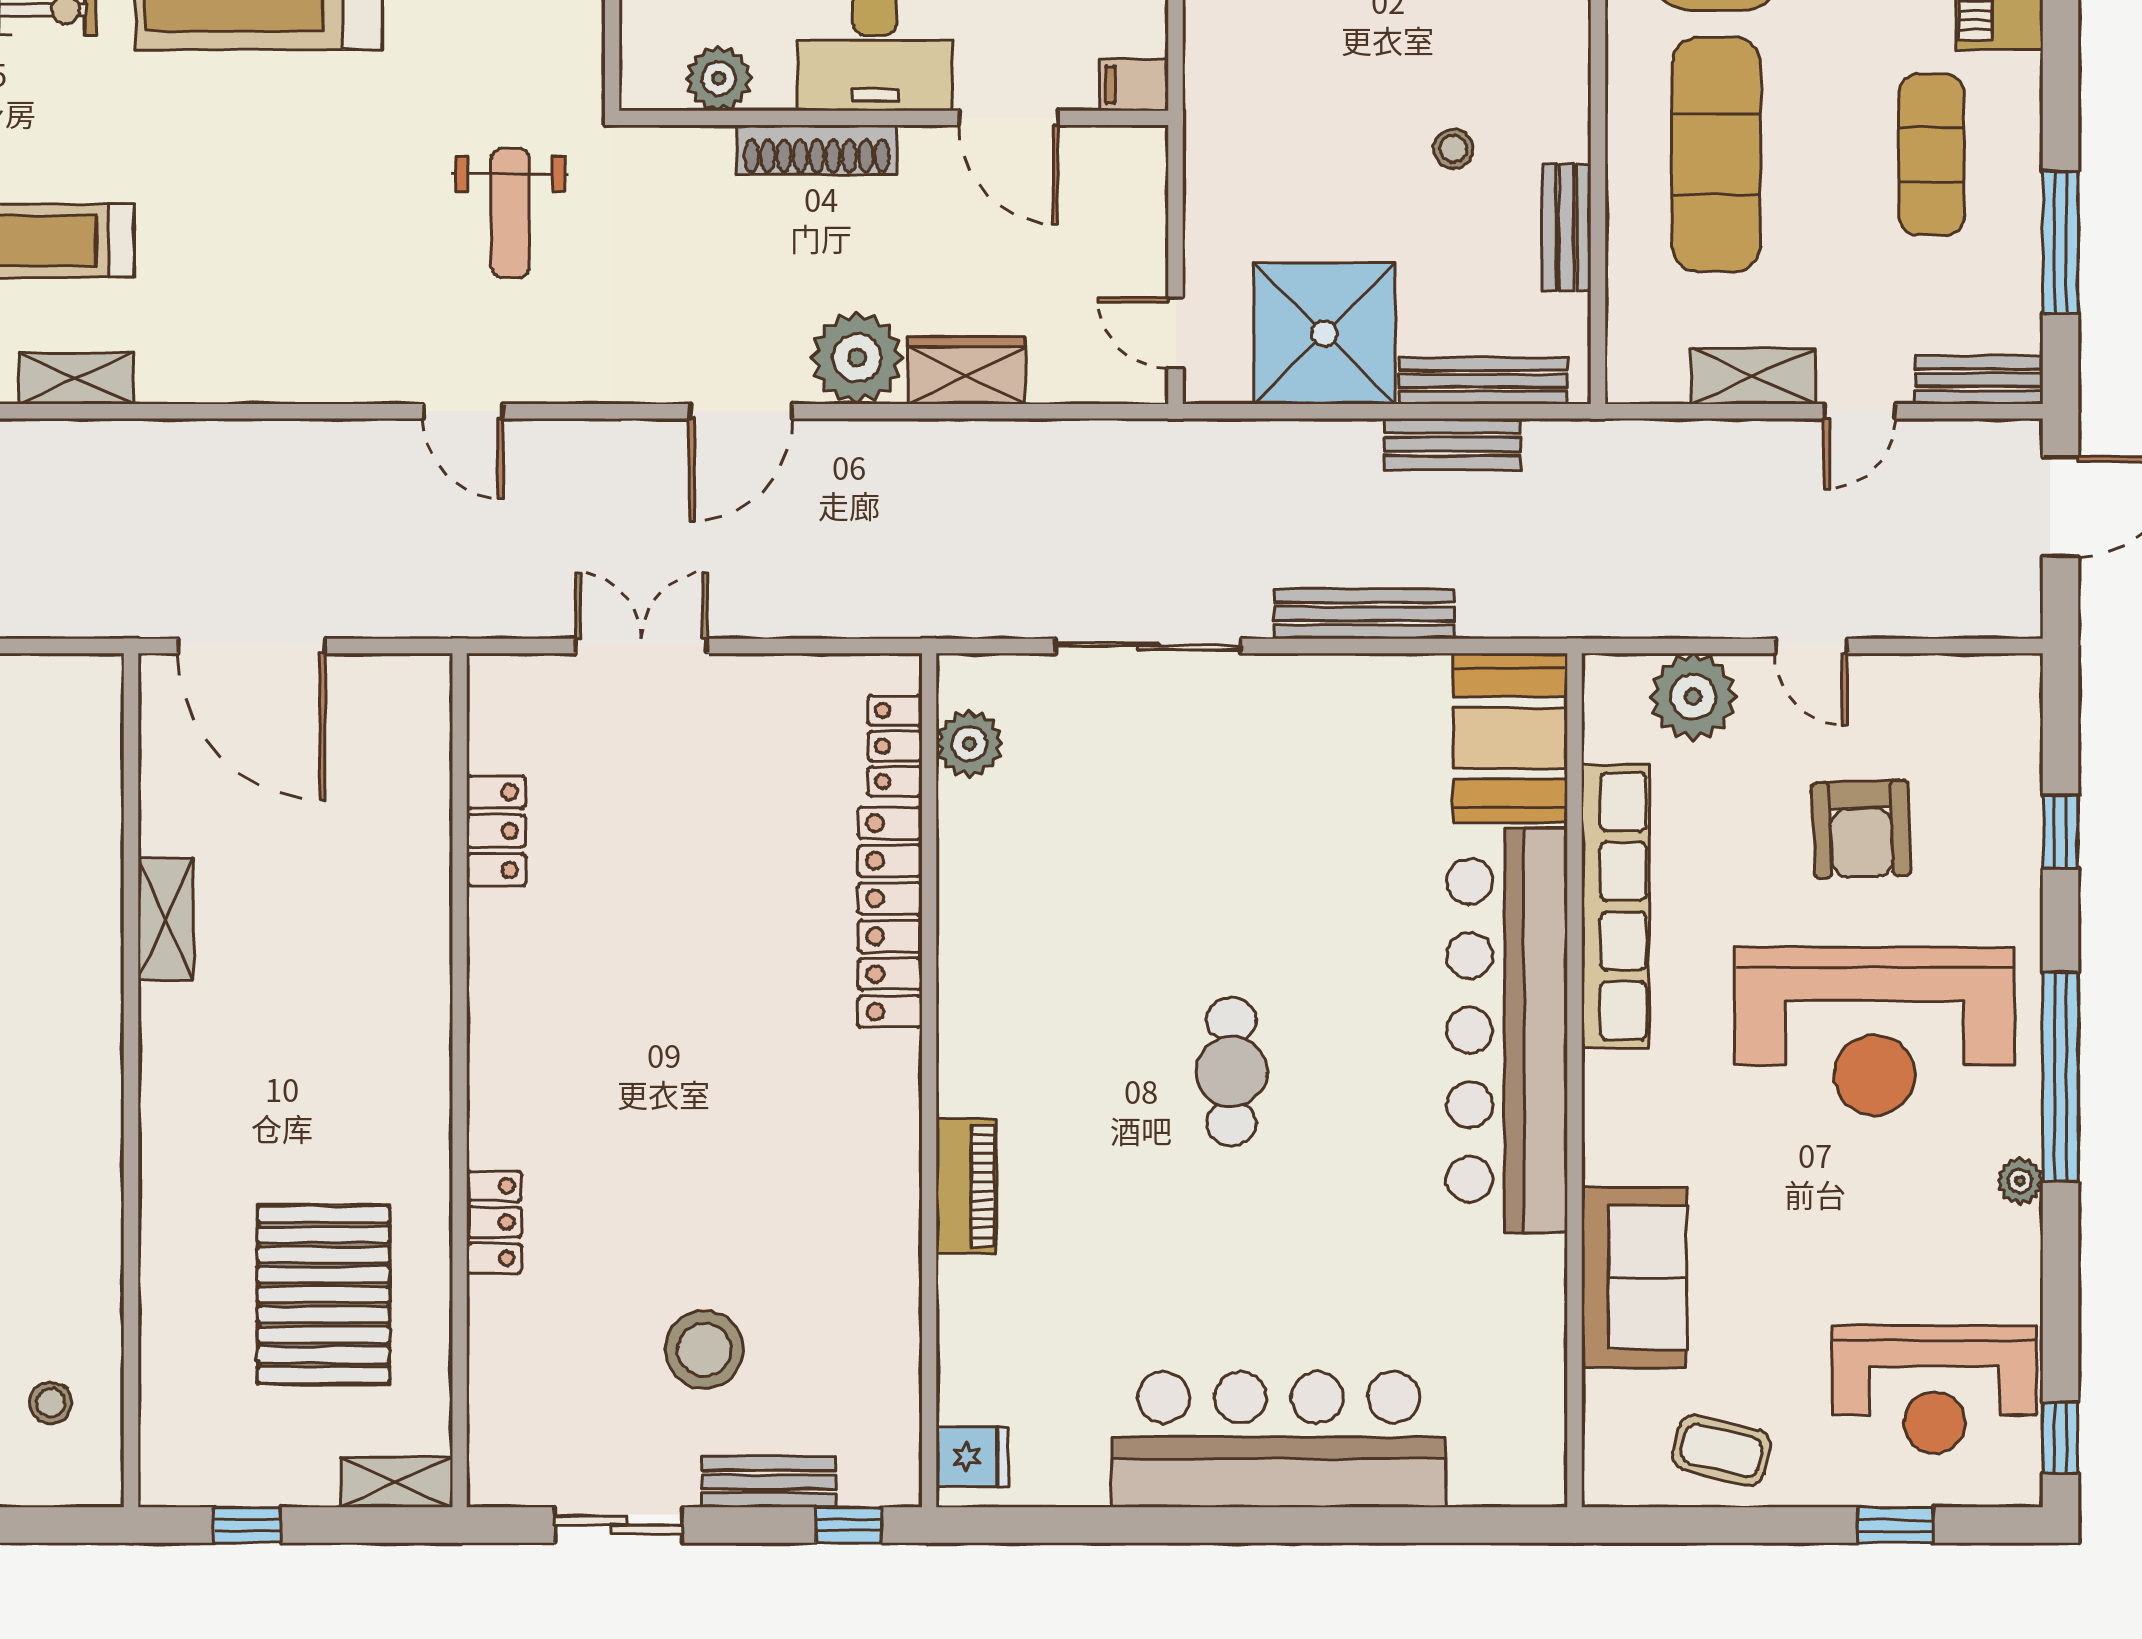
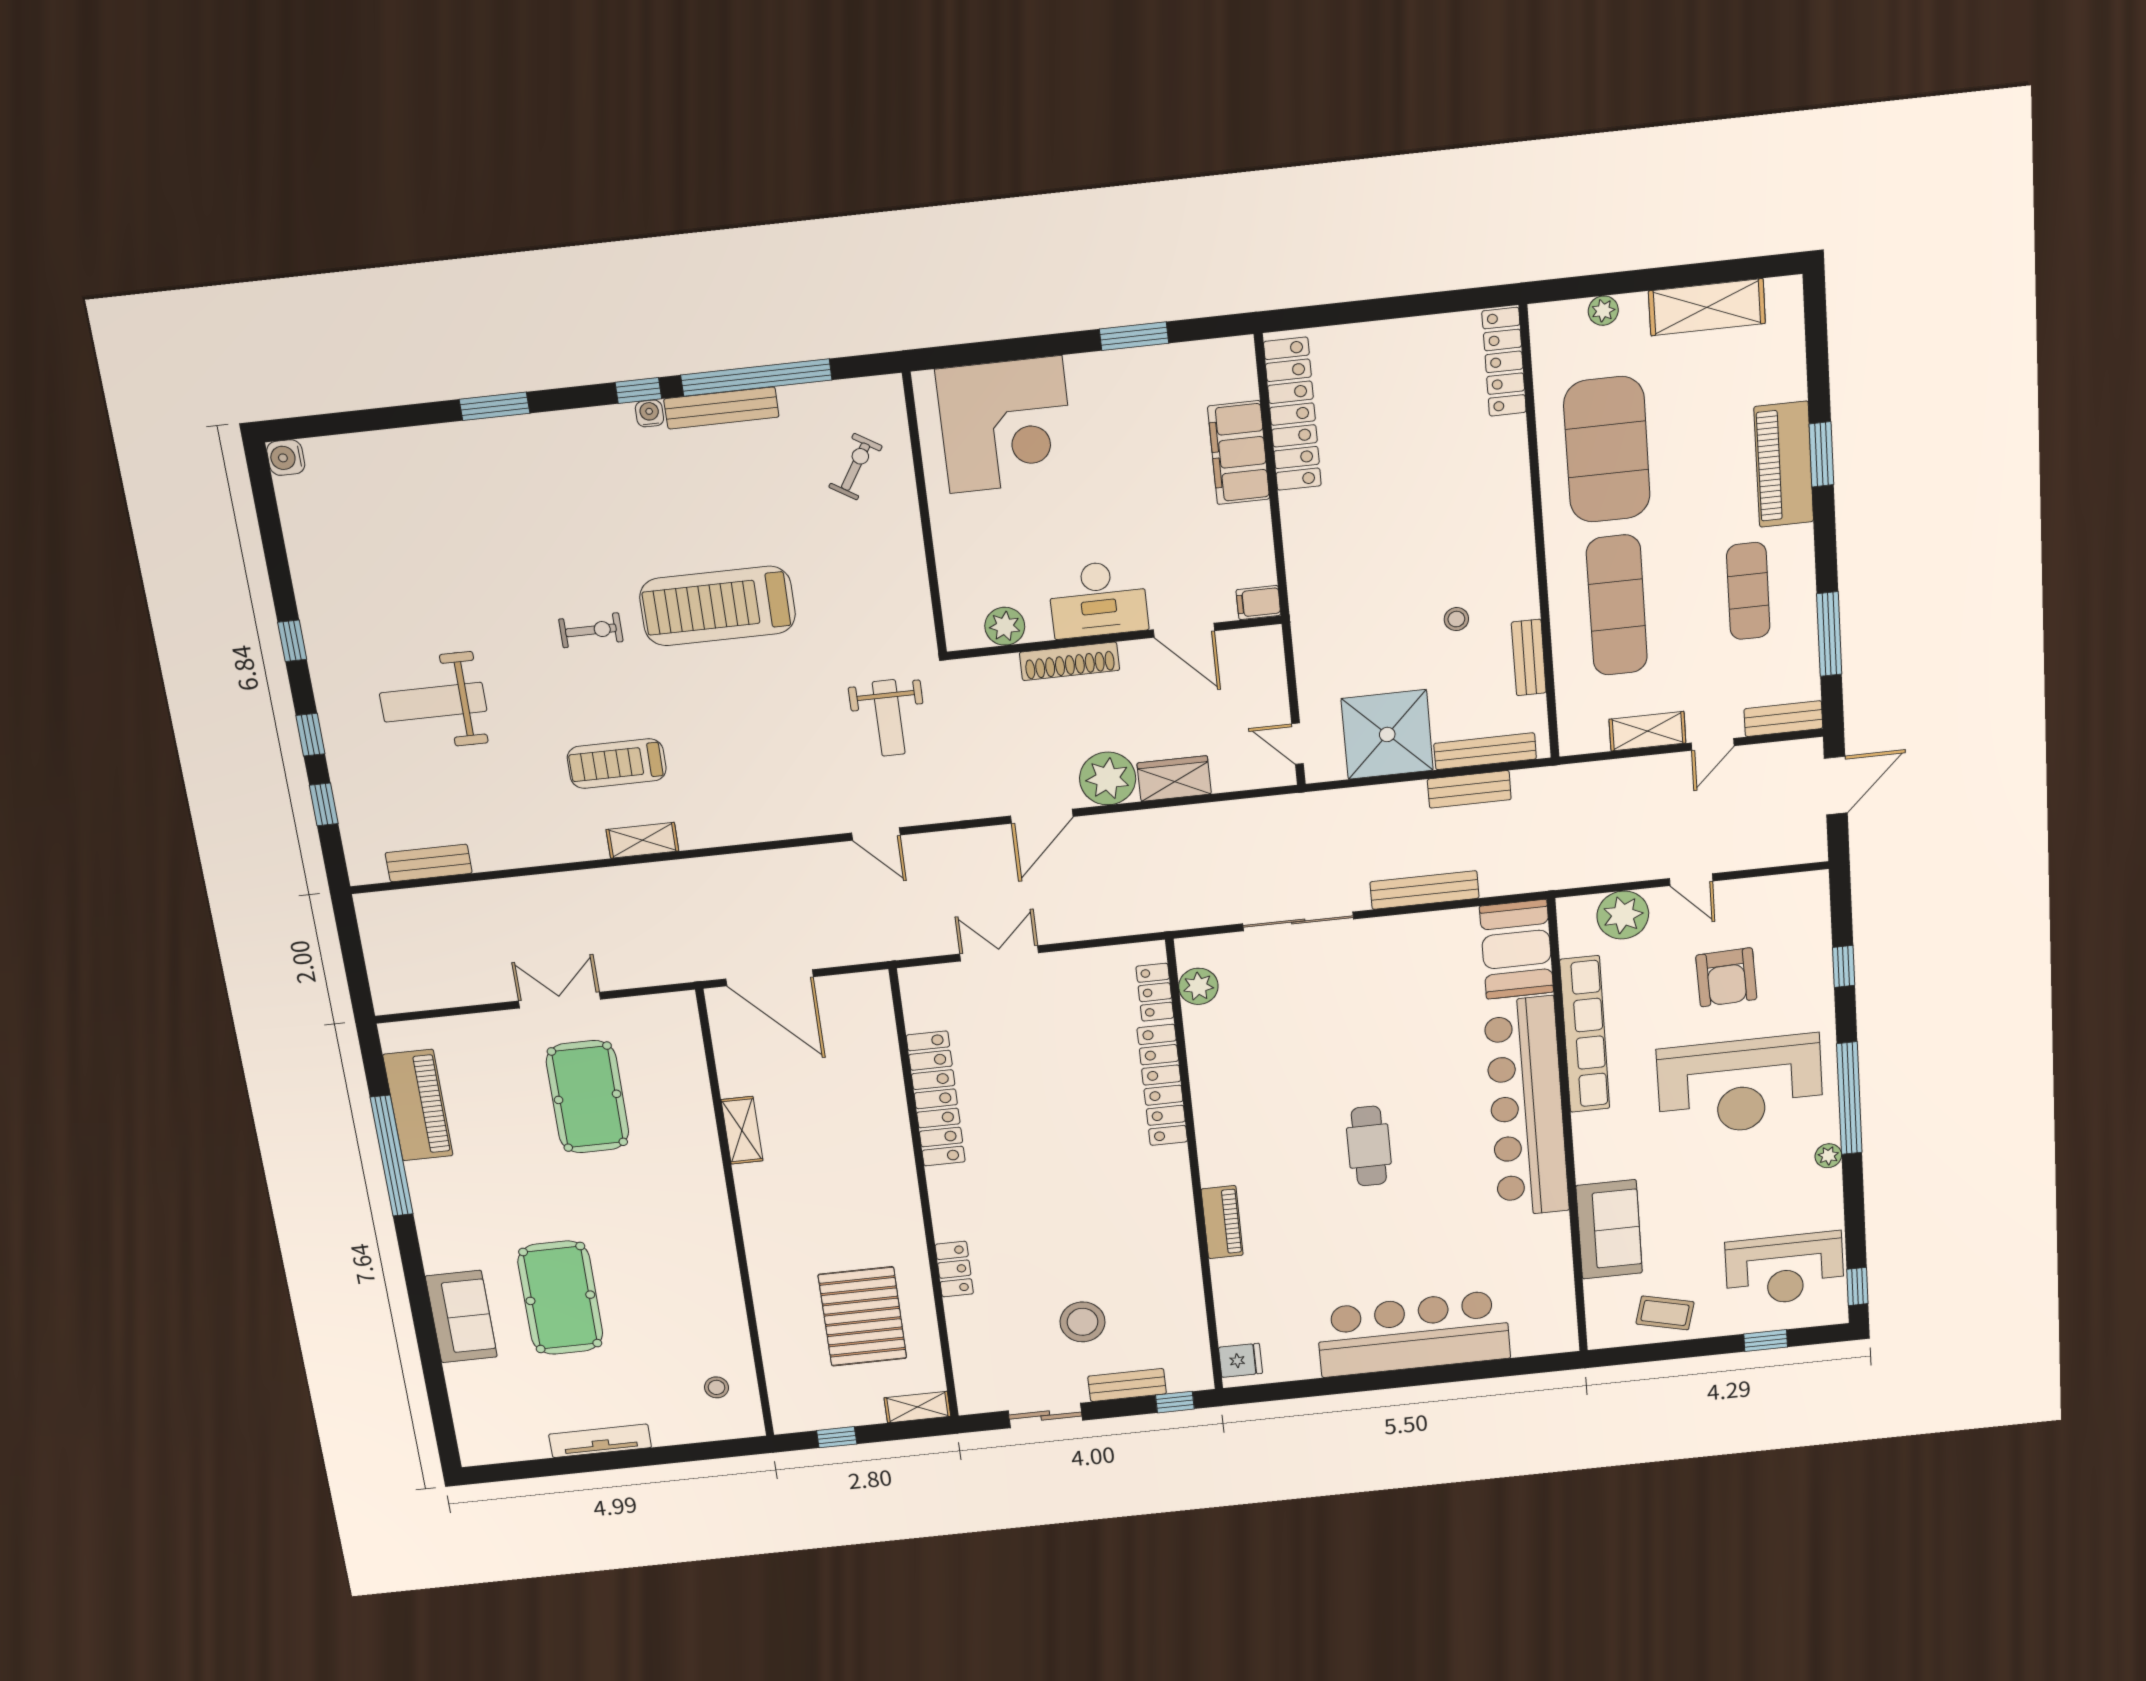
locker: (496, 831) -> (936, 1099), width x2.16, depth x1.21

